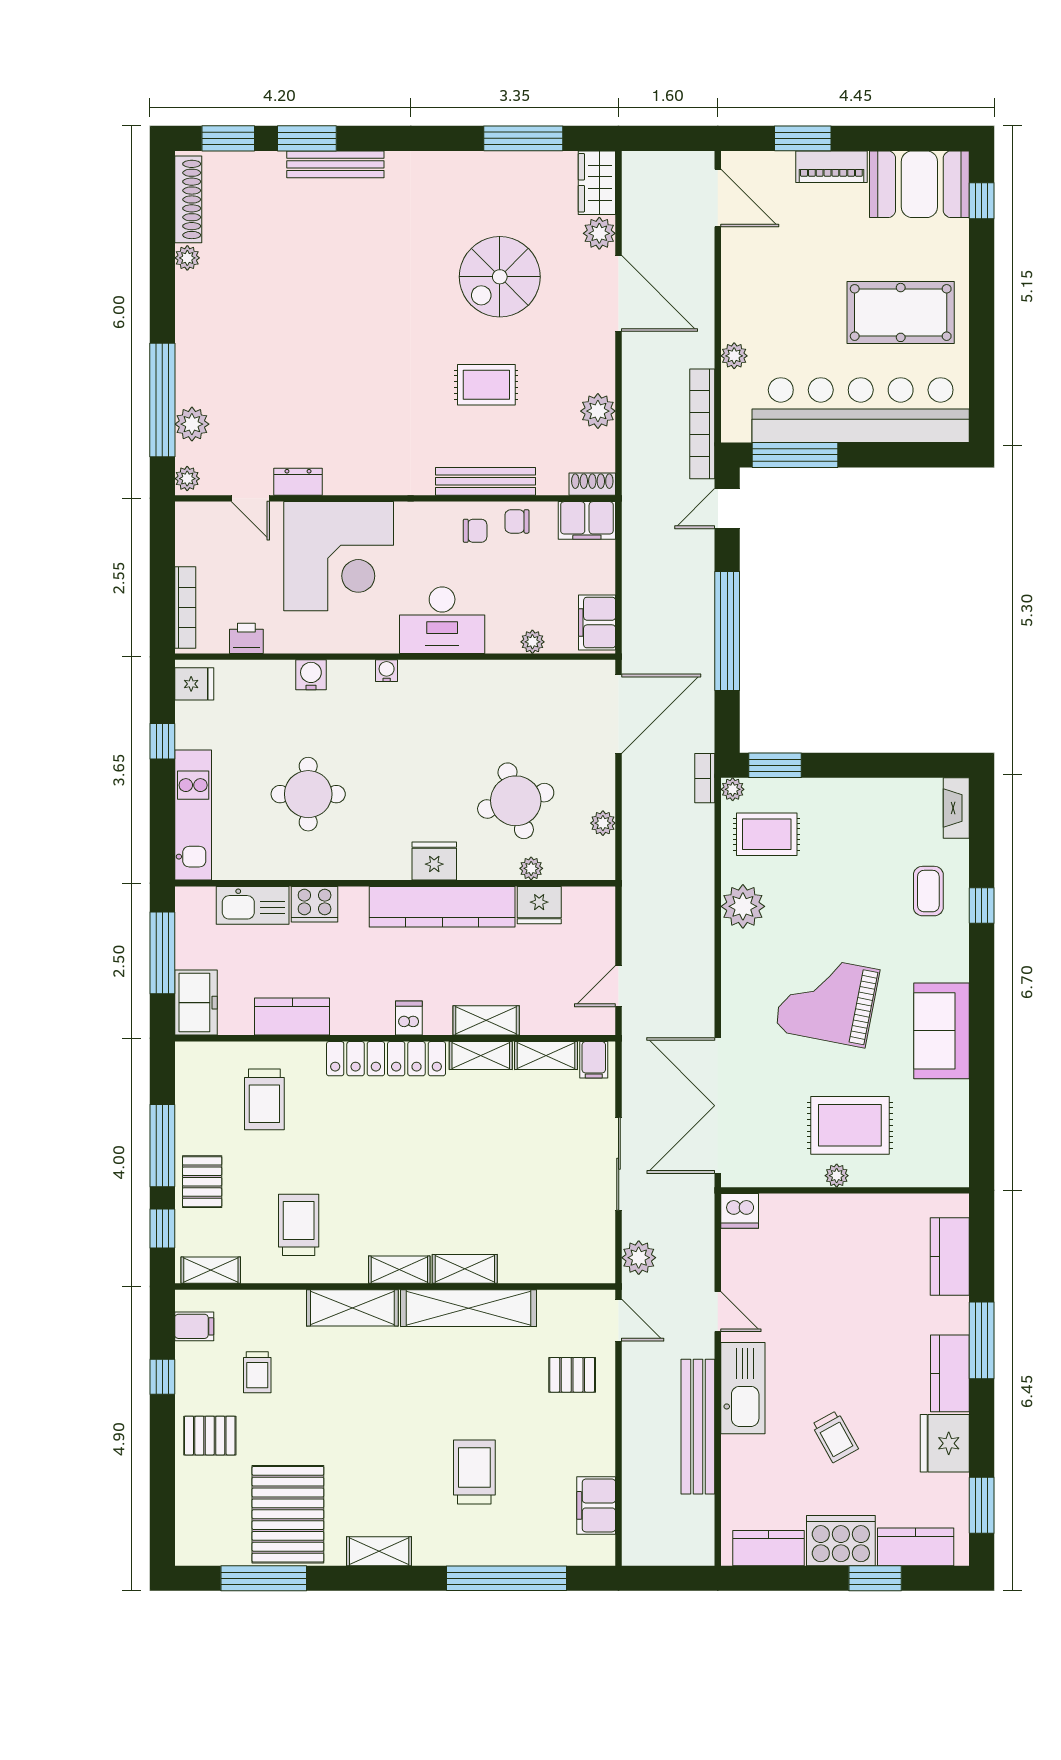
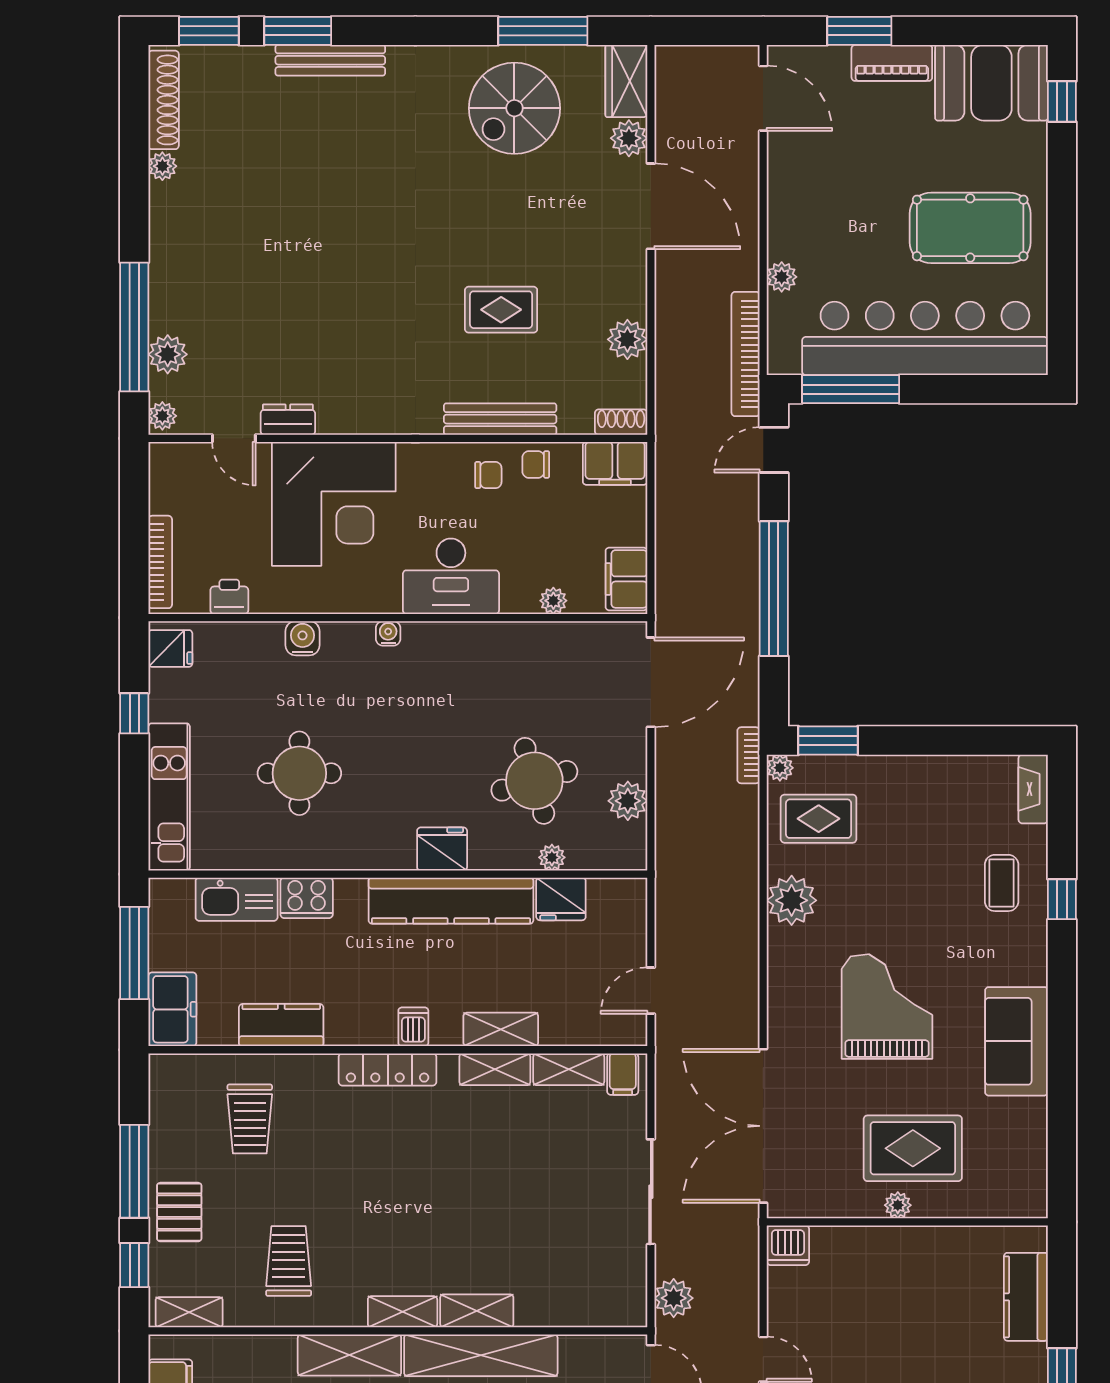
spiral stairs: (500, 277) -> (514, 108), moved
plant: (603, 823) -> (628, 801), width x1.38, depth x1.38
grand piano: (827, 1000) -> (887, 1007), turned 79
locker: (386, 1059) -> (388, 1069), width x0.71, depth x0.83

